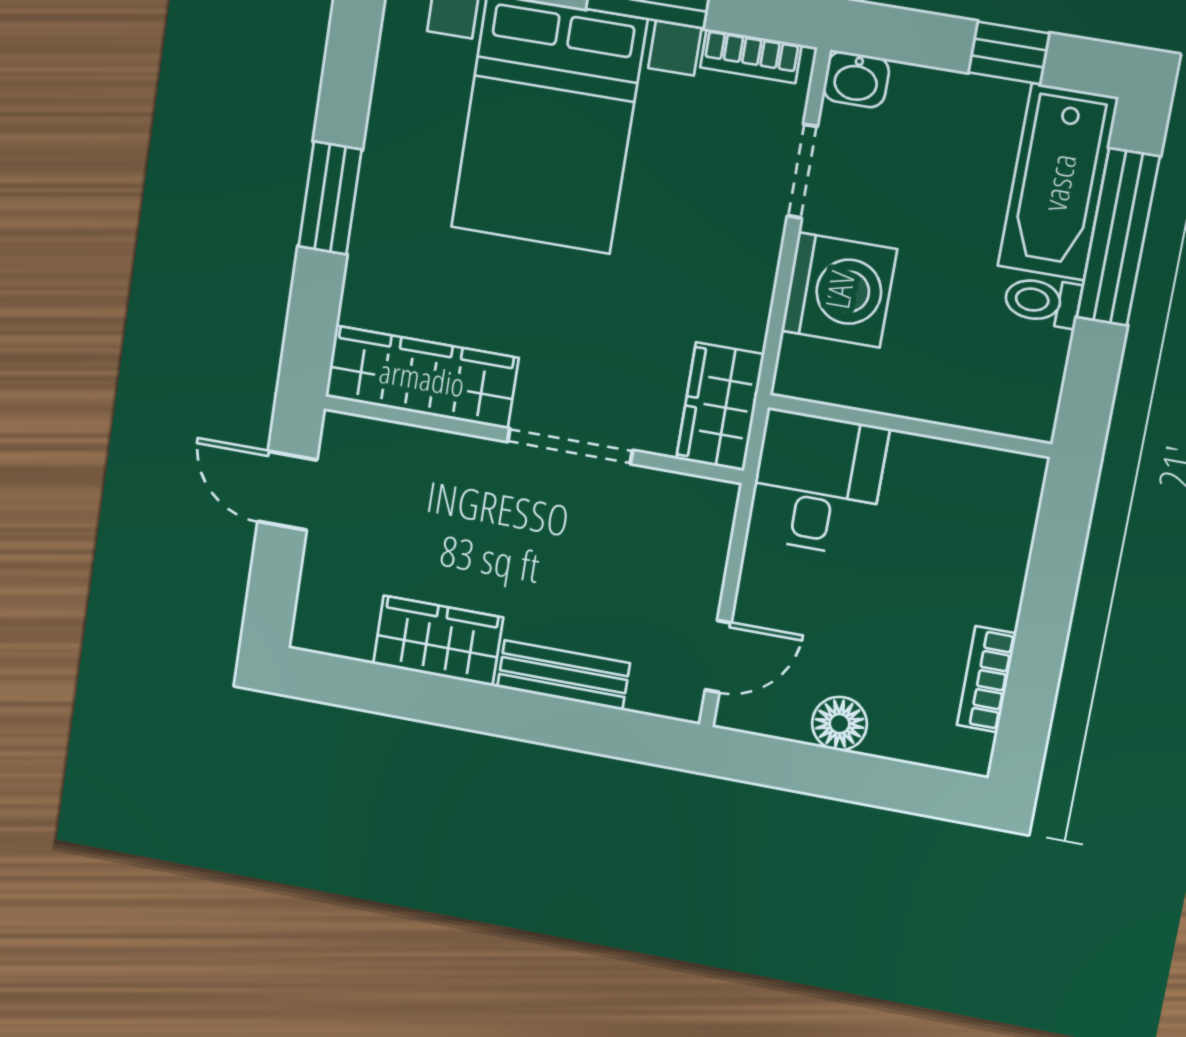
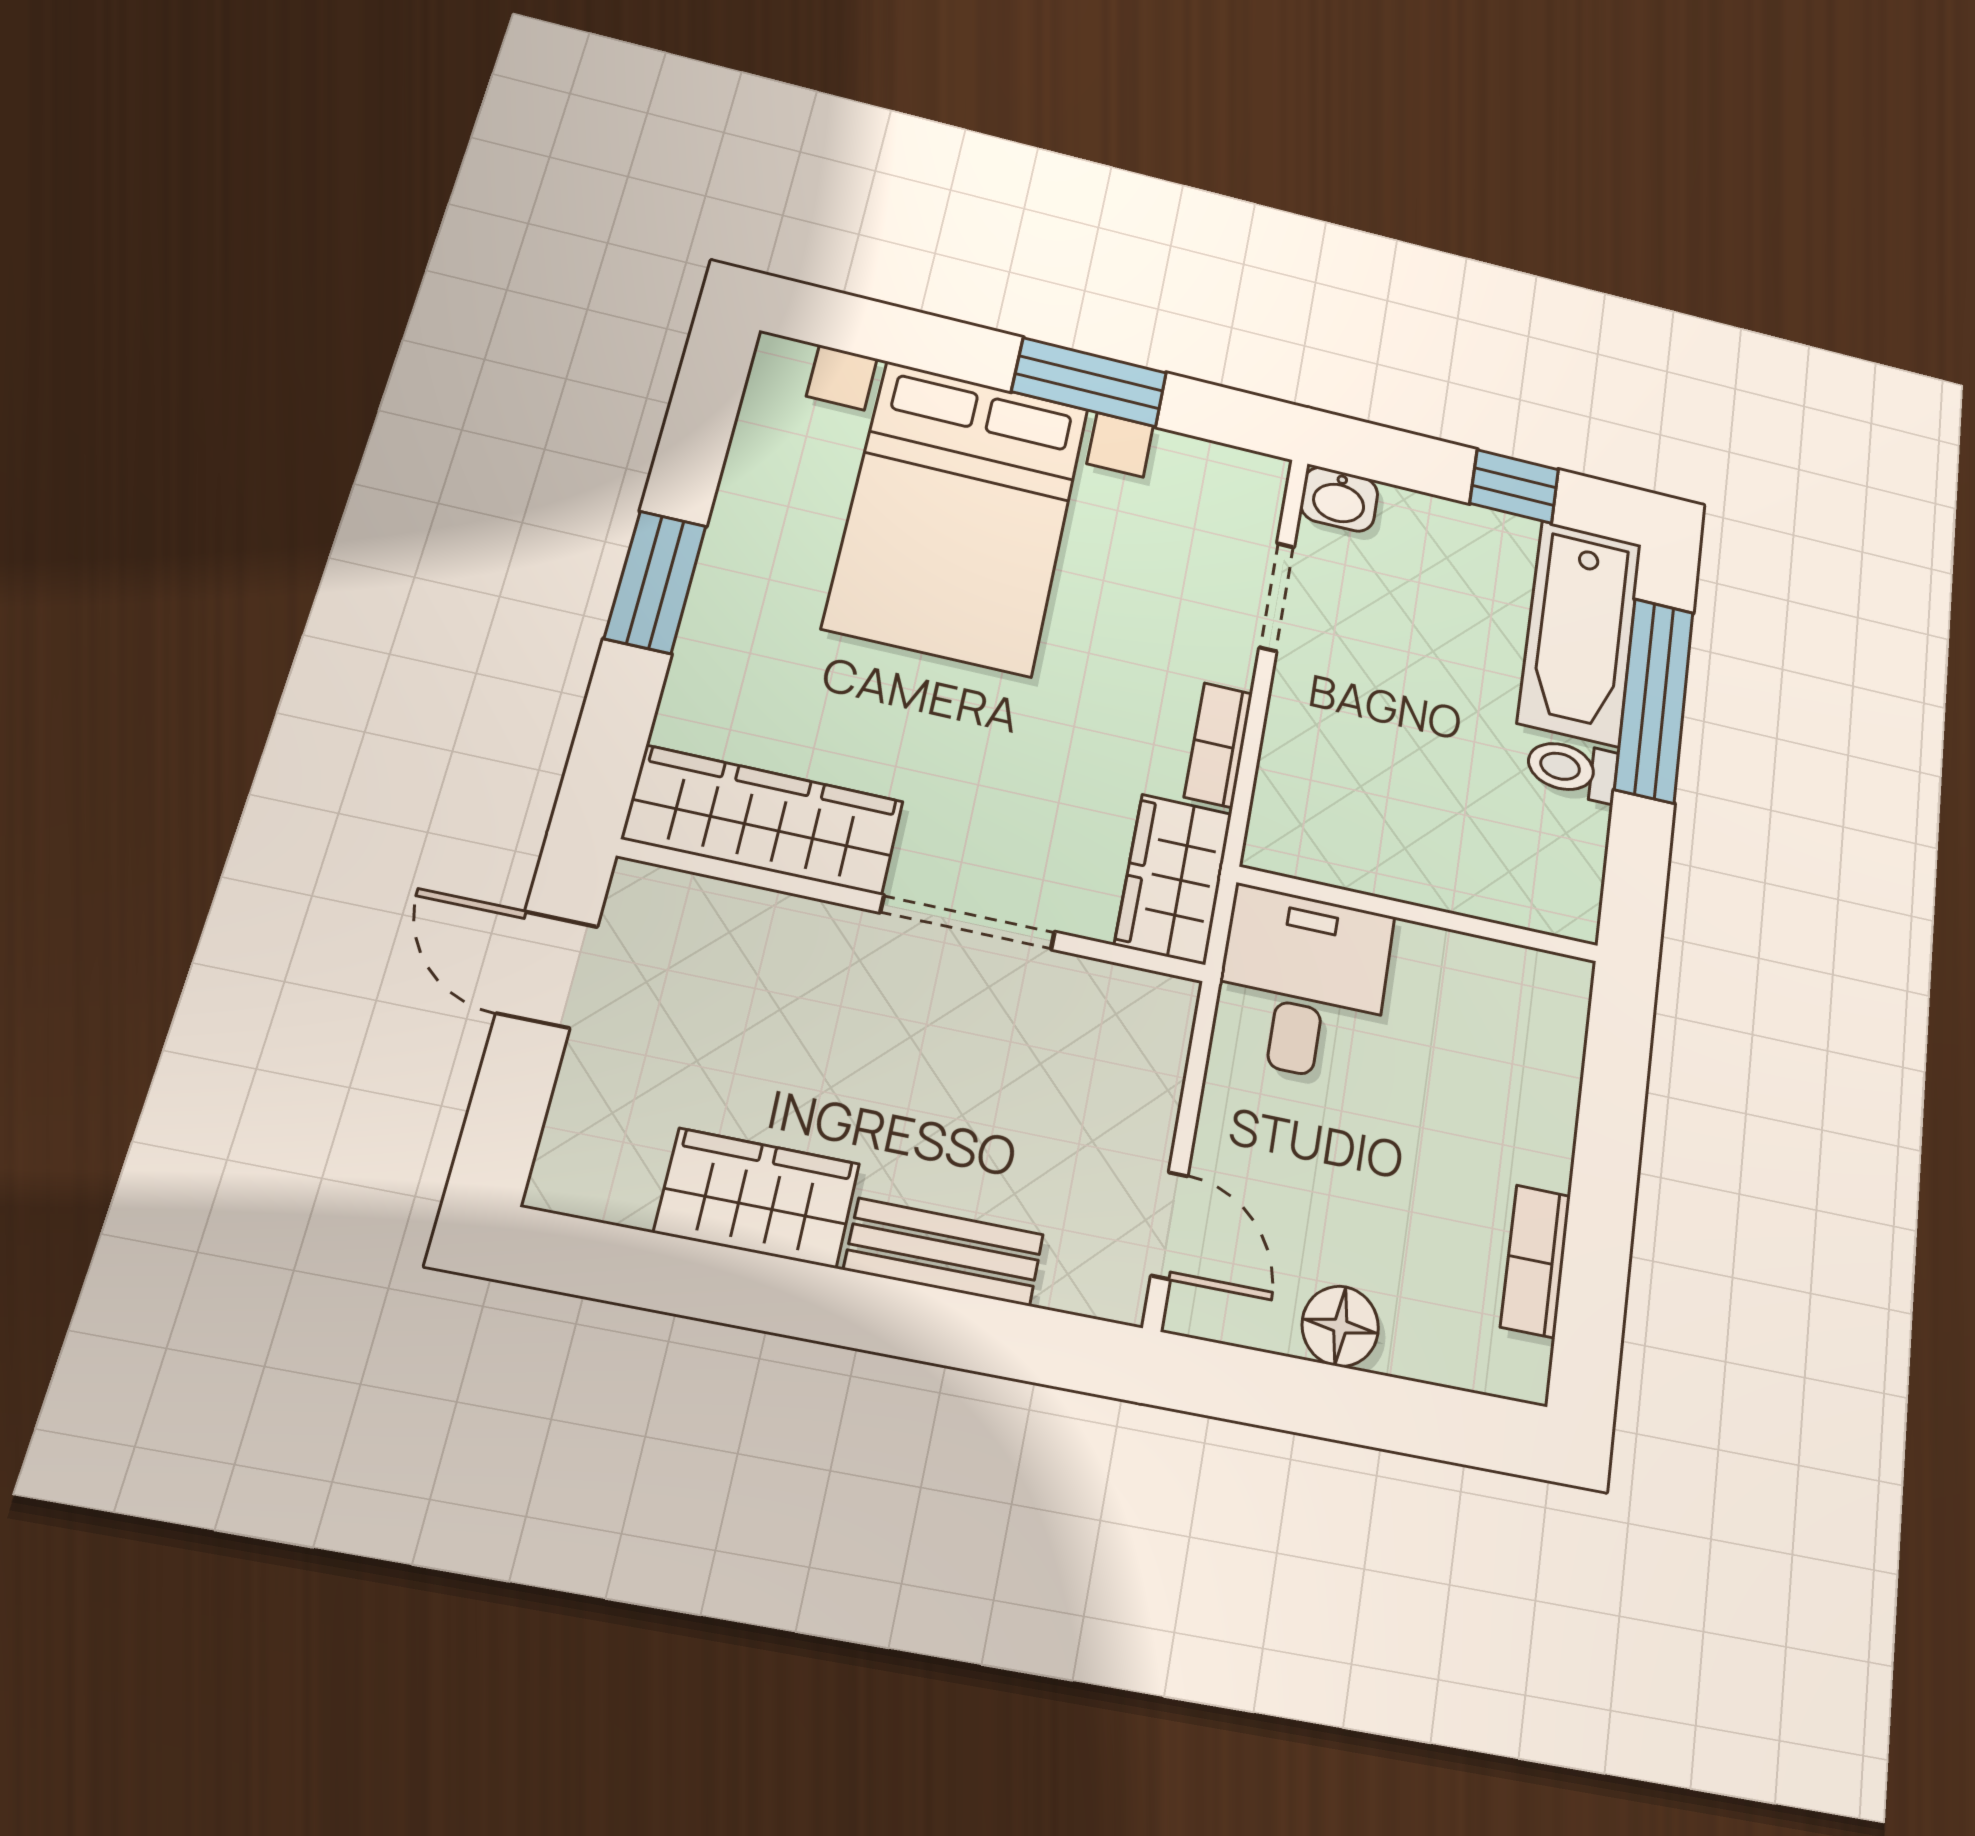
bookcase: (751, 56) -> (1218, 745), moved, turned 90
washing machine: (839, 290) -> (1325, 740), removed
door: (718, 656) -> (1169, 1225), hinge flipped

